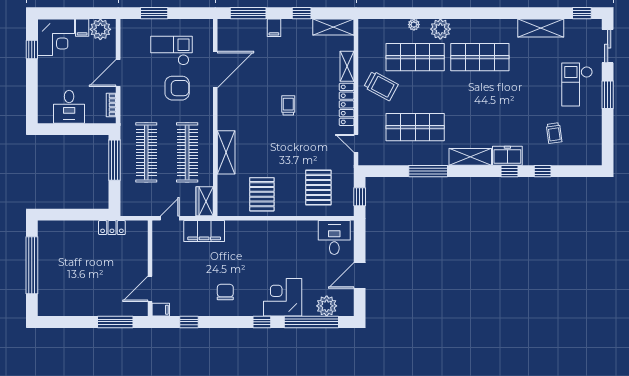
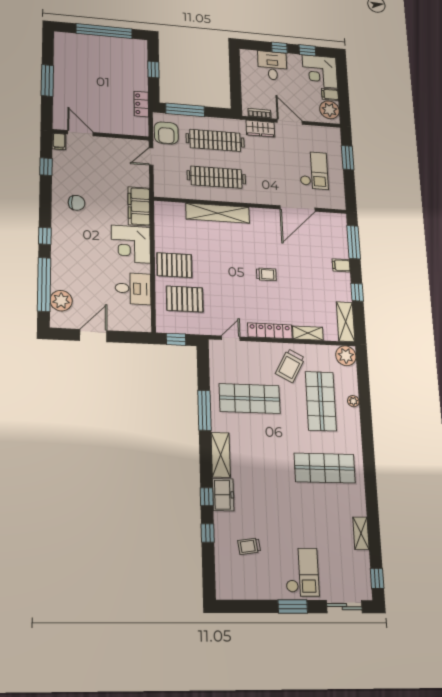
shelving: (541, 28) -> (361, 533), width x0.67, depth x0.75
plant: (440, 29) -> (346, 356), moved
shop shelf: (480, 57) -> (325, 468), turned 90
door: (215, 70) -> (298, 209), hinge flipped
window: (32, 80) -> (279, 48), added
checkout: (577, 84) -> (302, 572), turned 90
armchair: (177, 88) -> (166, 133), moved
desk: (69, 107) -> (272, 66), moved, turned 90
shop shelf: (415, 127) -> (250, 399), turned 90
shelving: (226, 152) -> (218, 213), width x1.47
window: (114, 160) -> (185, 110), moved
pallet: (262, 194) -> (174, 265), moved
wardrobe: (205, 201) -> (260, 129), moved, turned 180
window: (71, 215) -> (153, 69), added
door: (170, 218) -> (151, 157), swing flipped
filing cabinet: (204, 231) -> (139, 206), moved
desk: (334, 238) -> (133, 289), moved
door: (360, 275) -> (93, 336), hinge flipped
corner desk: (283, 297) -> (131, 244), moved, turned 180
window: (115, 322) -> (47, 81), moved

